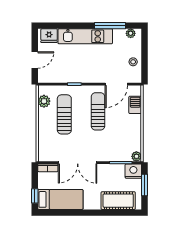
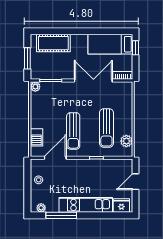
nightstand: (133, 171) -> (38, 72), removed

